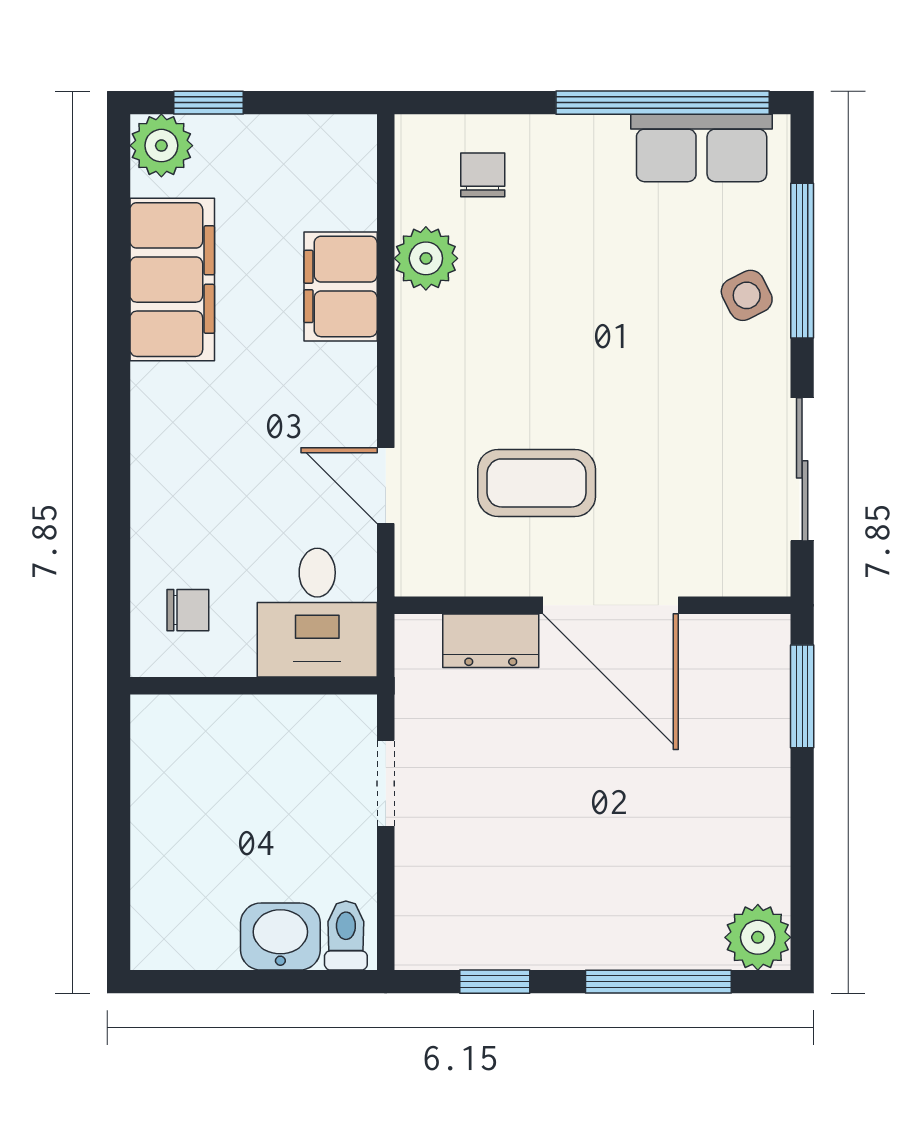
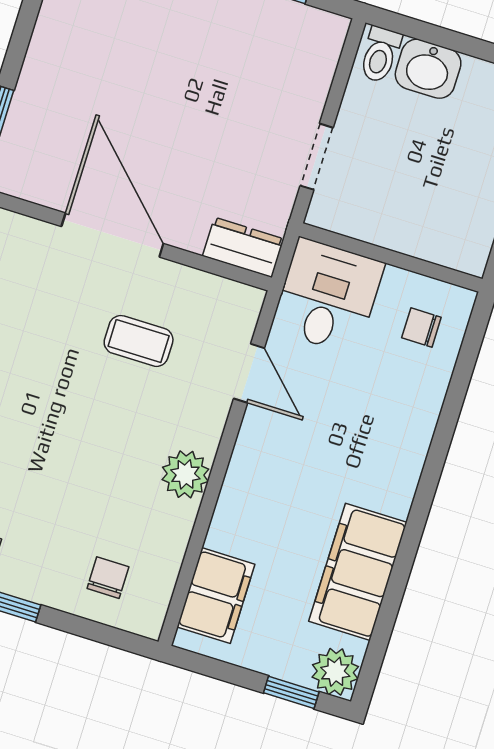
chair: (483, 175) -> (108, 578), turned 180
plant: (426, 258) -> (185, 474), moved
filing cabinet: (341, 286) -> (216, 596), moved
coffee table: (537, 483) -> (139, 341), width x0.73, depth x0.77
dresser: (491, 641) -> (243, 247), moved

